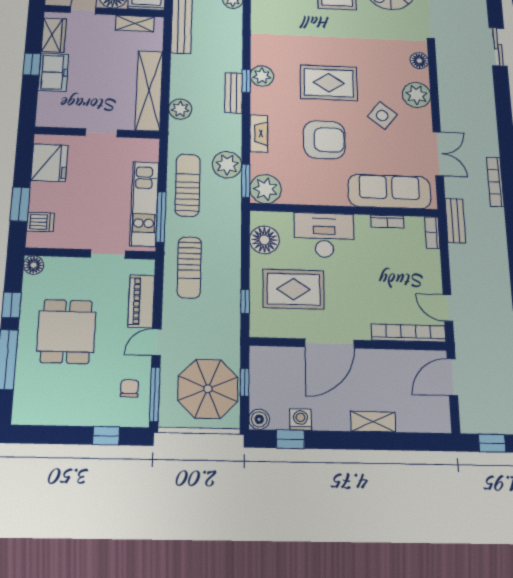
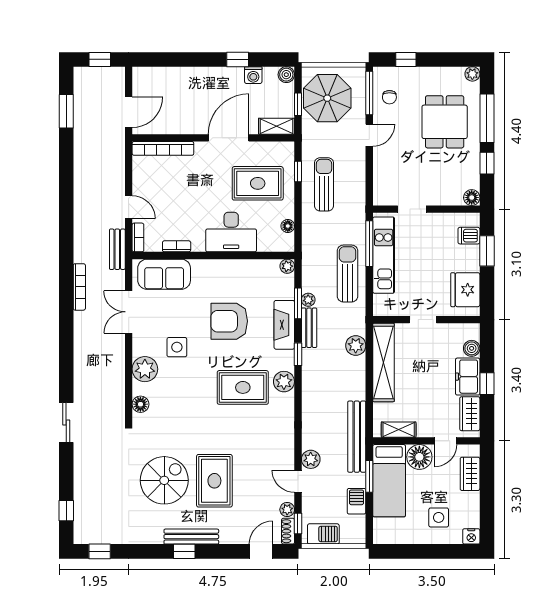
window: (246, 81) -> (298, 354), moved
rug: (329, 83) -> (243, 387), moved
bench: (234, 93) -> (309, 328), moved
boiler: (47, 101) -> (472, 348), added
side table: (382, 116) -> (177, 347), turned -38
fireplace: (259, 133) -> (284, 325), width x1.37, depth x1.32
plant: (227, 165) -> (308, 300), width x0.53, depth x0.53
window: (246, 181) -> (298, 303), moved
sun lounger: (188, 185) -> (347, 274), turned 180
plant: (265, 189) -> (287, 266), width x0.53, depth x0.53
sofa: (389, 191) -> (164, 274), width x0.73
floor lamp: (264, 240) -> (288, 226), width x0.53, depth x0.53
sun lounger: (189, 267) -> (324, 184), moved
piano: (141, 301) -> (383, 169), removed
door: (448, 308) -> (129, 207), moved
dining table: (66, 331) -> (445, 122), moved
plant: (21, 415) -> (472, 74), added
shelving: (373, 422) -> (277, 126), moved
window: (290, 439) -> (238, 59), moved

